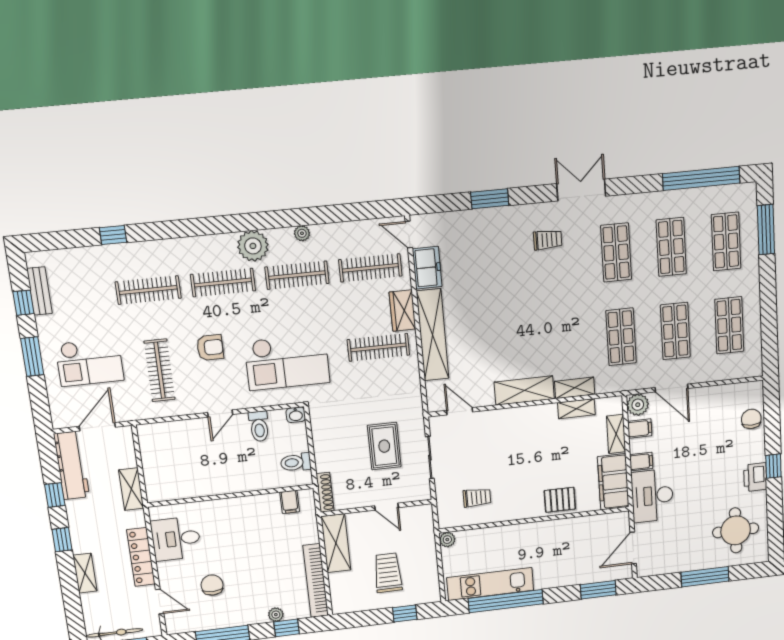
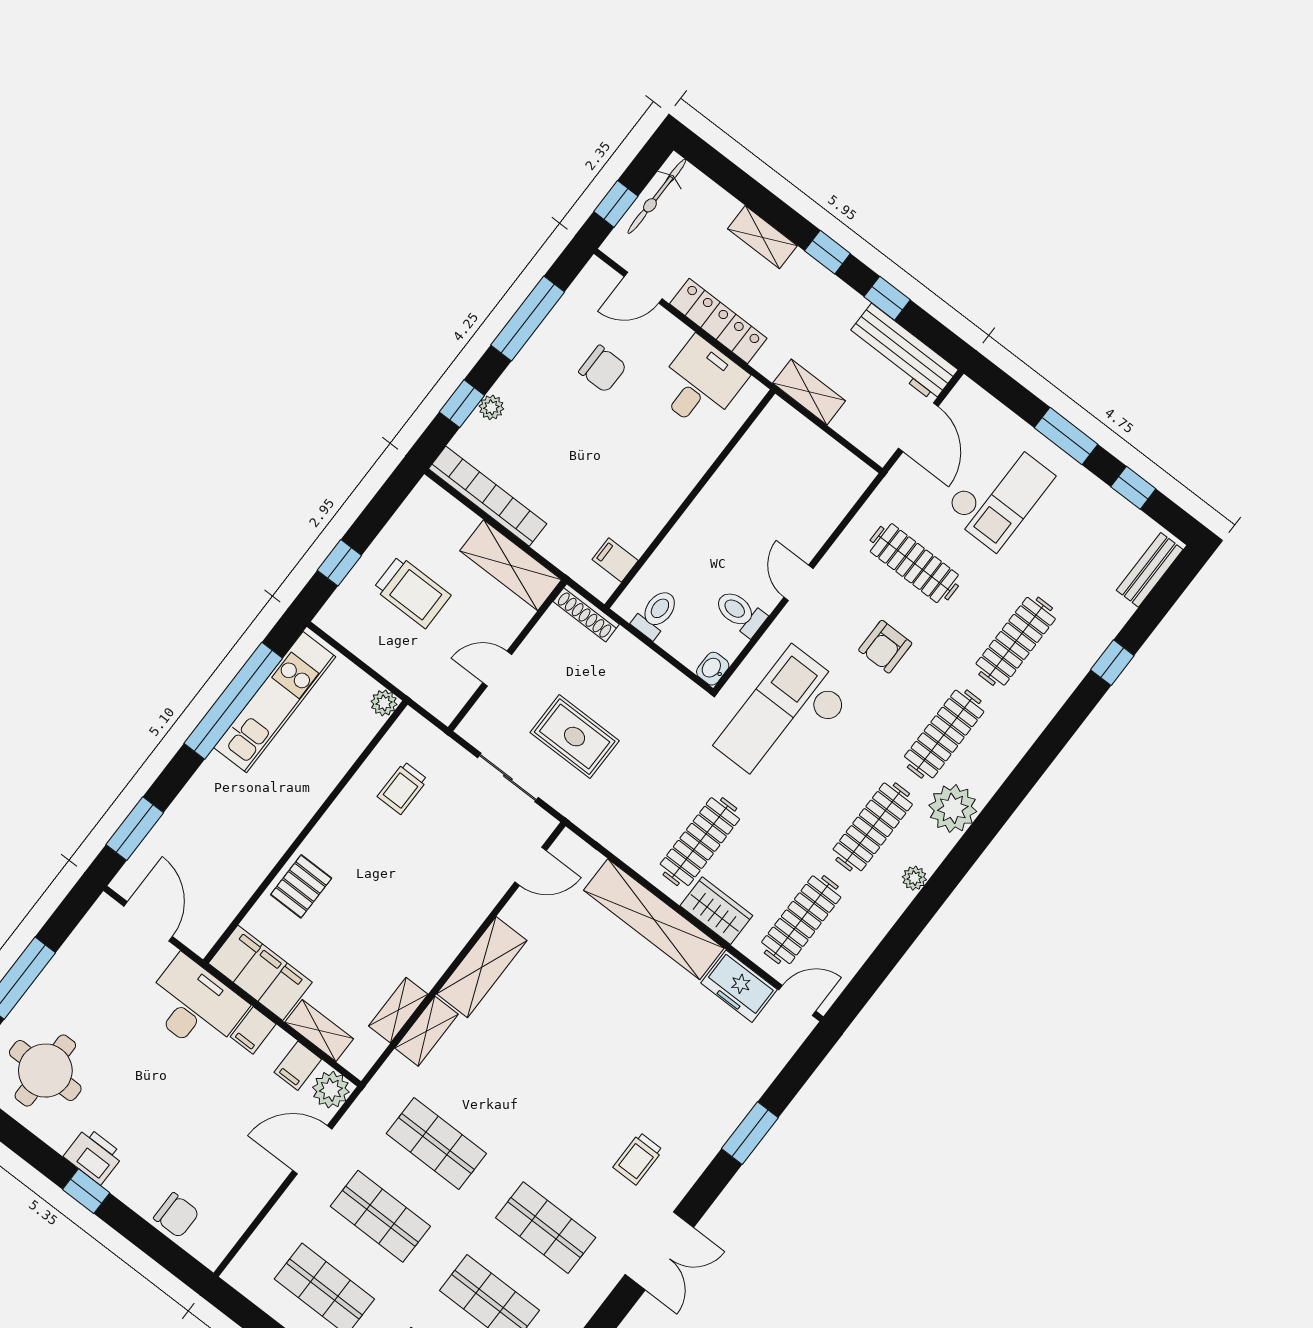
bench: (39, 291) -> (1150, 570), moved, turned 90
checkout: (90, 362) -> (999, 494), turned 180

